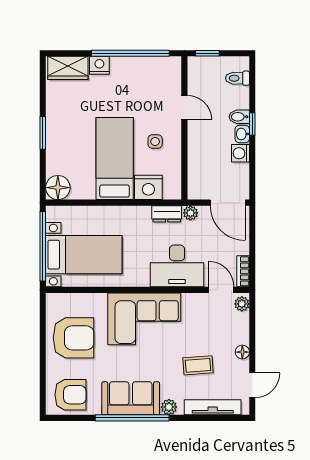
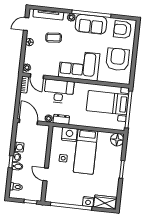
armchair: (73, 338) -> (118, 59), turned 90

